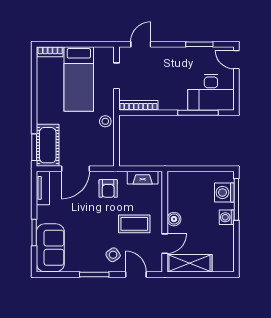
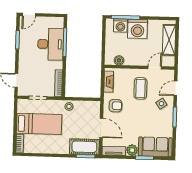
desk: (211, 92) -> (51, 44), moved
plant: (45, 214) -> (132, 150), added
washing machine: (227, 217) -> (138, 29), width x1.89, depth x1.89
boiler: (174, 219) -> (119, 60), moved
door: (165, 244) -> (155, 68), hinge flipped
shelving: (190, 263) -> (169, 40), moved

